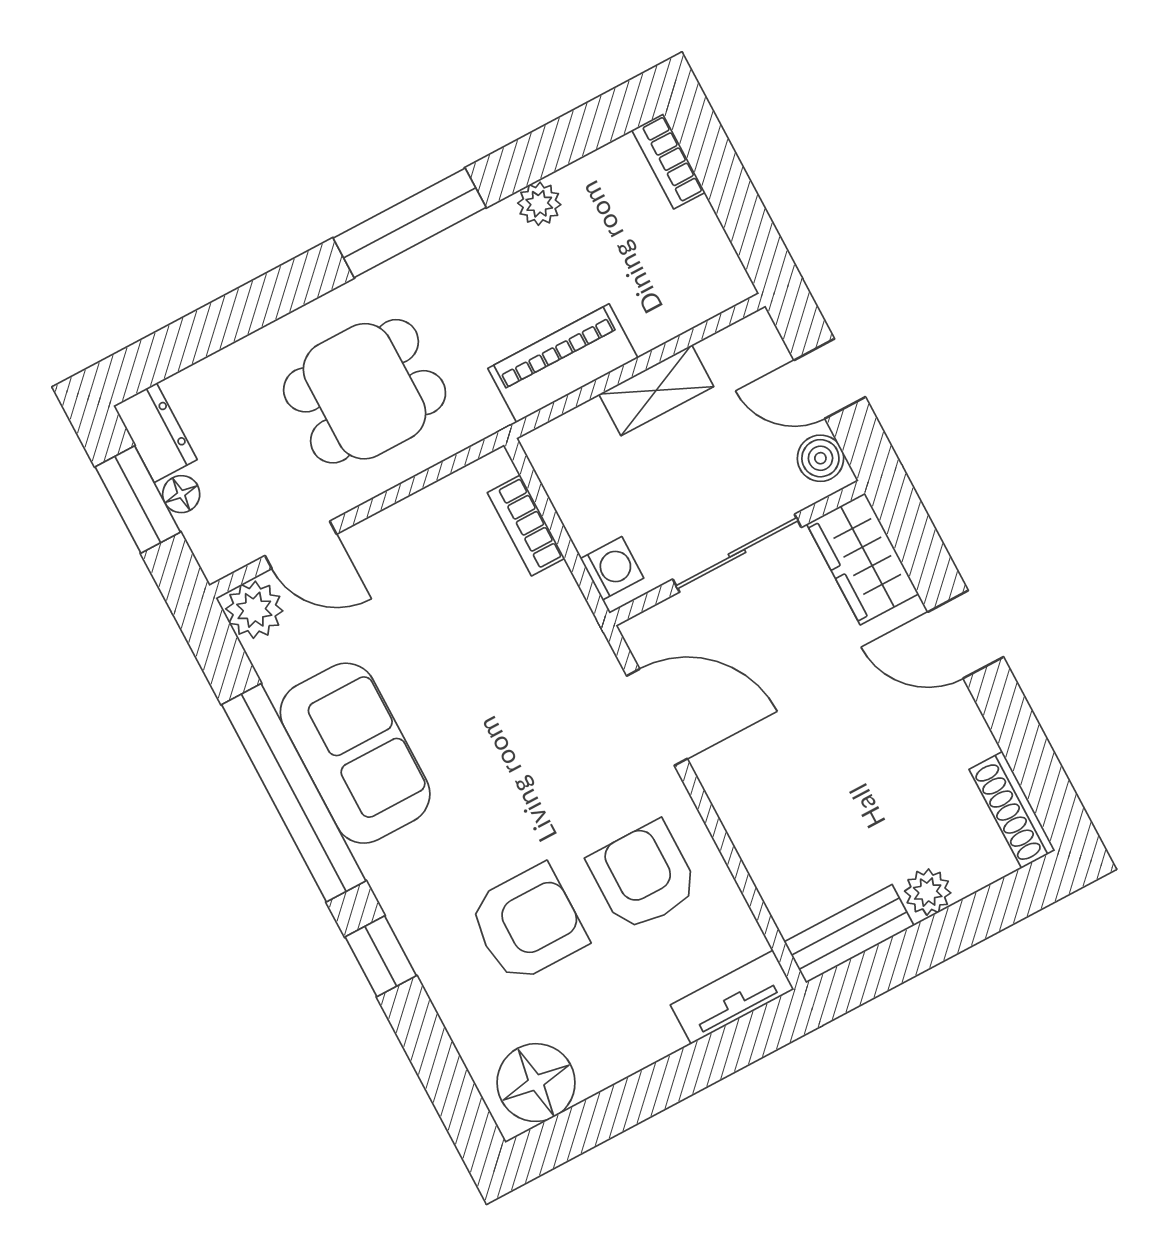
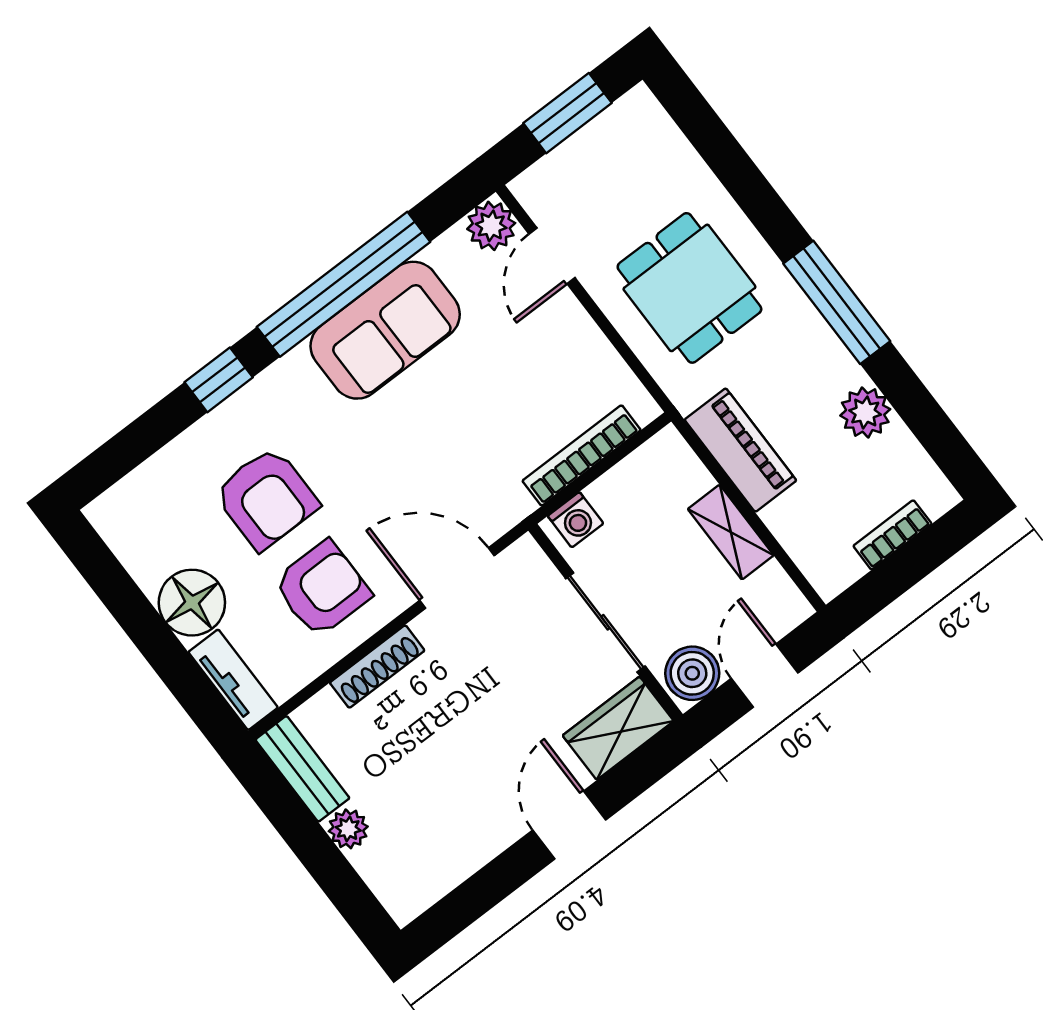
bookcase: (668, 161) -> (892, 535), moved
plant: (539, 204) -> (865, 412), width x1.38, depth x1.38
dresser: (155, 433) -> (626, 118), removed
boiler: (820, 458) -> (692, 673), width x1.36, depth x1.36
floor lamp: (181, 494) -> (578, 149), removed
bookcase: (526, 525) -> (582, 455), width x1.56
door: (657, 717) -> (457, 578), swing flipped
shoe rack: (1012, 810) -> (377, 667), moved, turned 180
floor lamp: (536, 1083) -> (192, 603), moved

